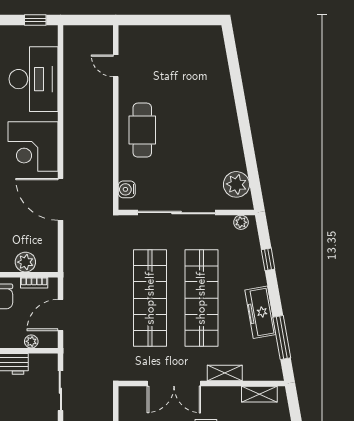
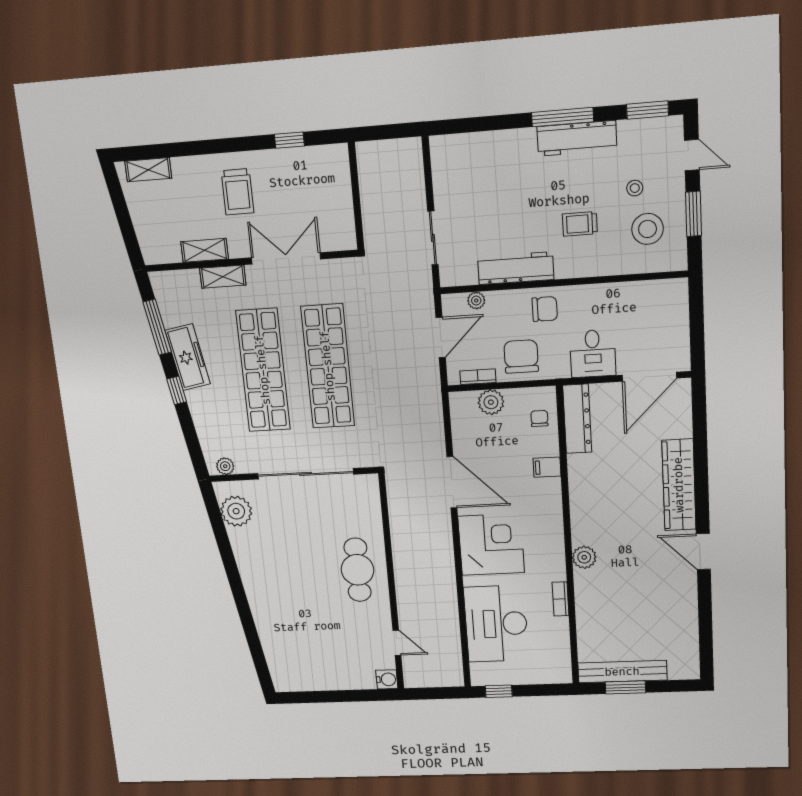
water cooler: (127, 189) -> (387, 679), moved
window: (268, 259) -> (177, 390), moved
shelving: (259, 394) -> (205, 250), moved

